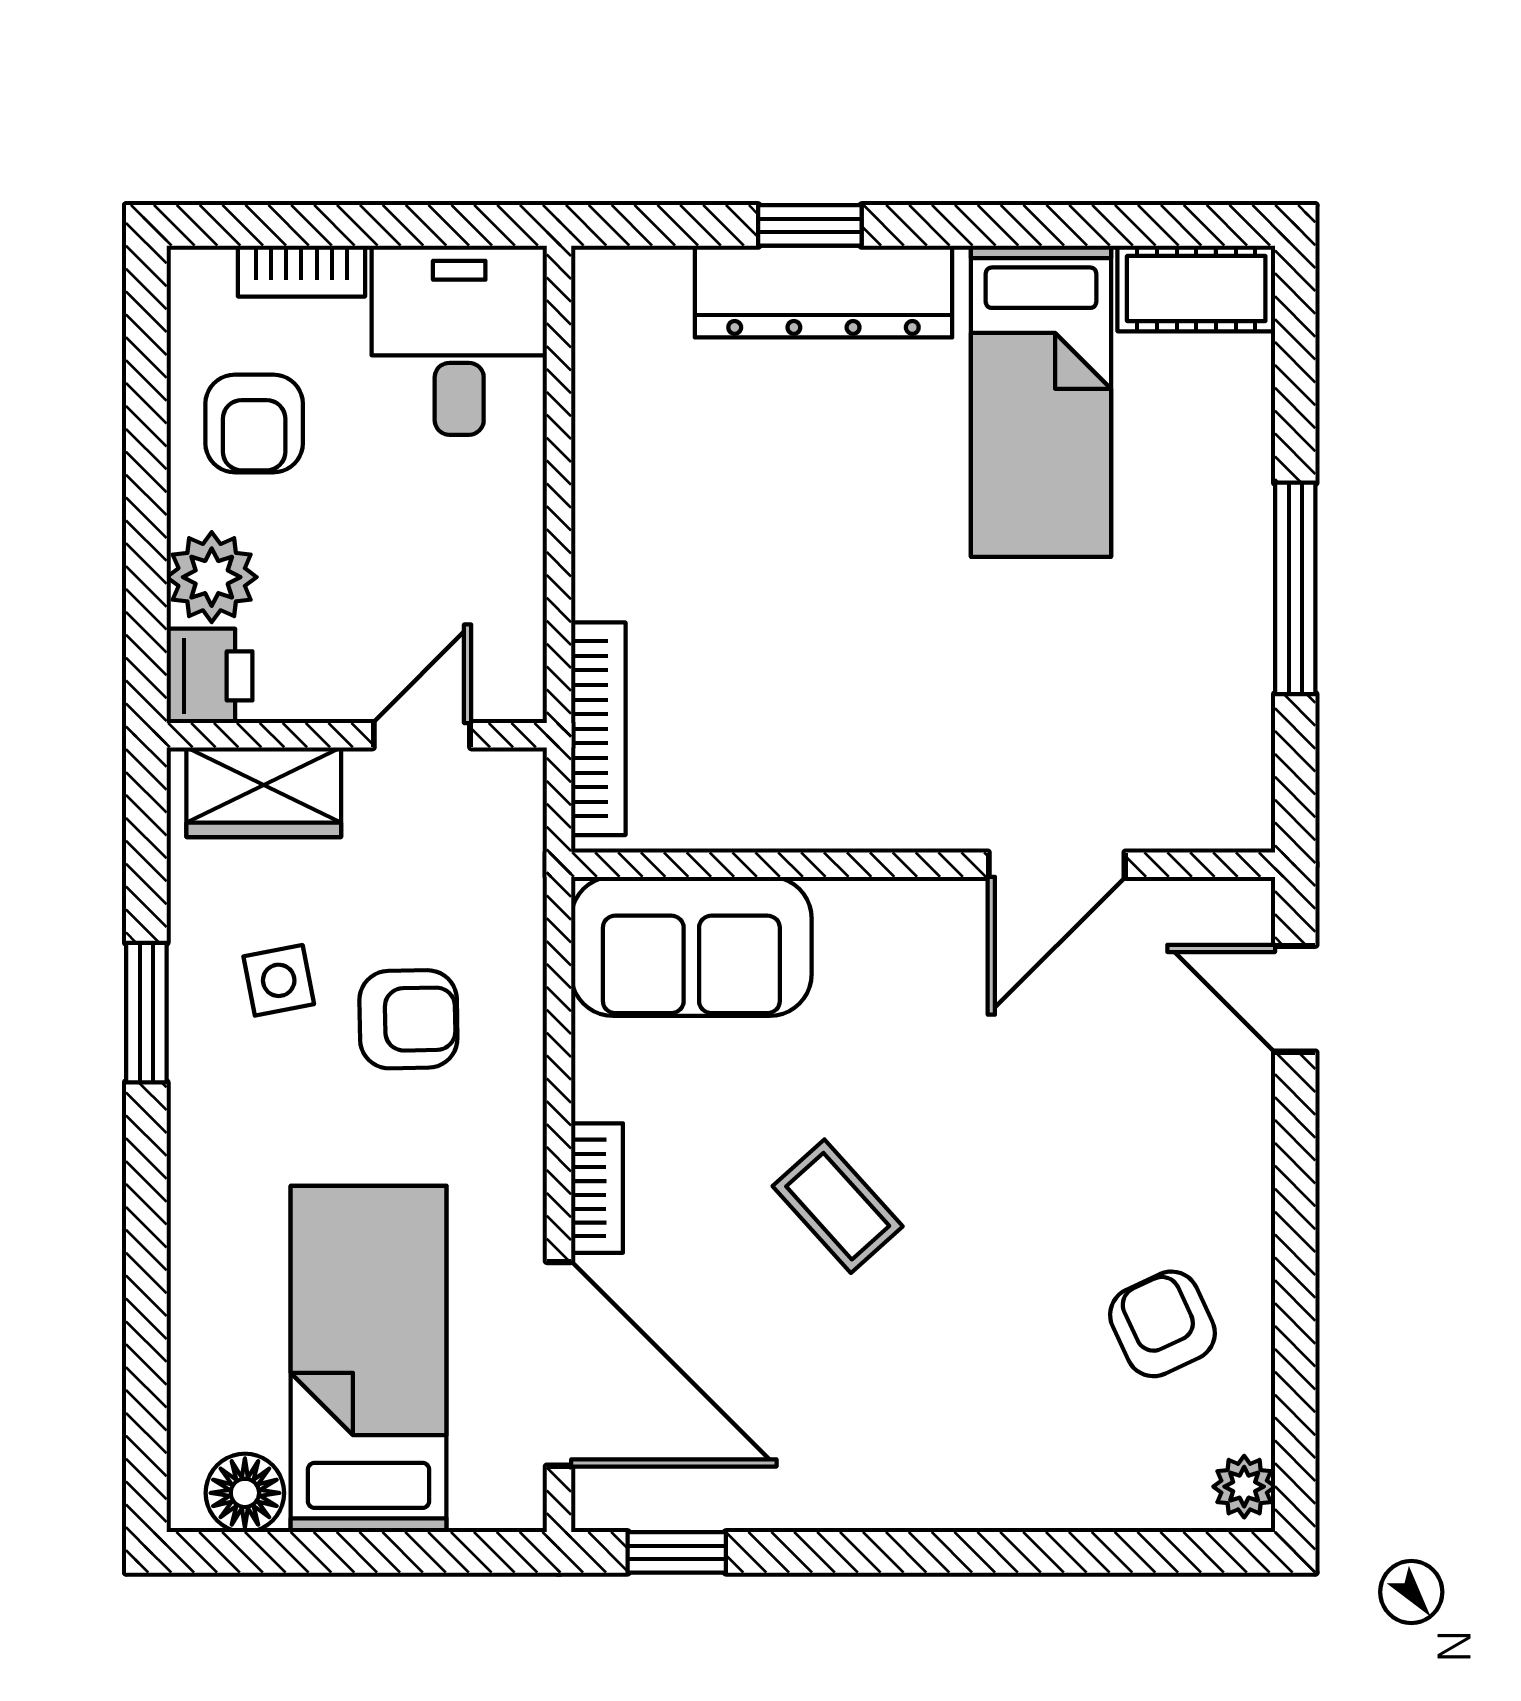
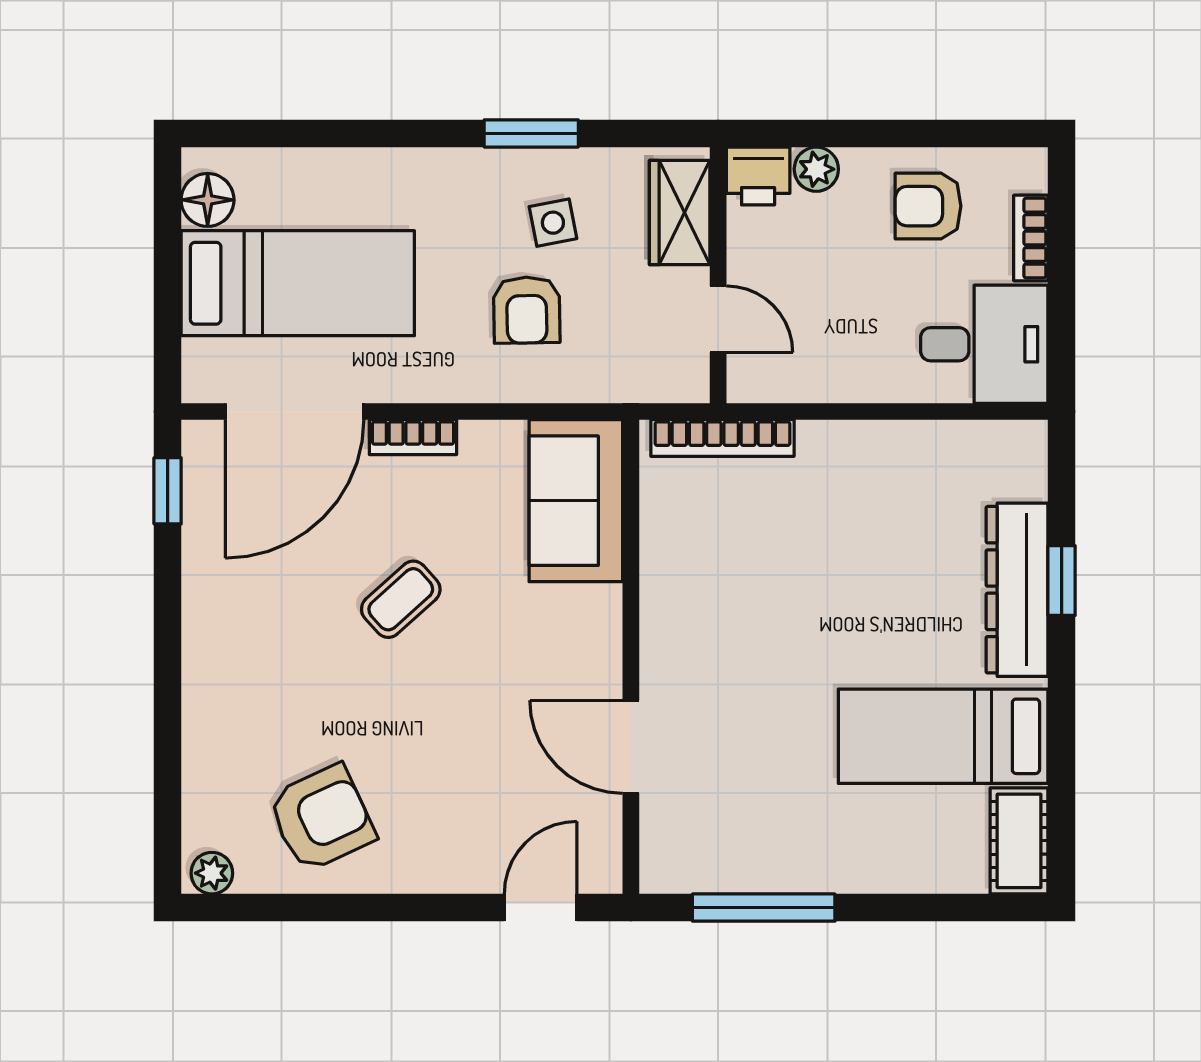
plant: (212, 577) -> (816, 169), width x0.73, depth x0.73
window: (1295, 588) -> (764, 908), moved
armchair: (1162, 1324) -> (321, 818), width x1.38, depth x1.38

